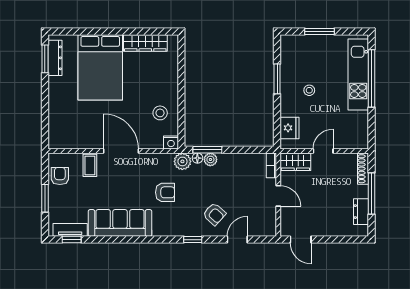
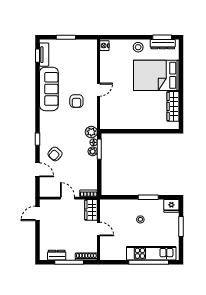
stool: (160, 113) -> (138, 47), moved
fridge: (290, 128) -> (171, 206), moved
nightstand: (171, 142) -> (104, 46), moved
door: (121, 151) -> (98, 90), width x0.53
coffee table: (90, 165) -> (89, 68), removed
armchair: (60, 176) -> (81, 47), removed
armchair: (165, 192) -> (76, 101), moved
door: (278, 196) -> (68, 198), swing flipped

